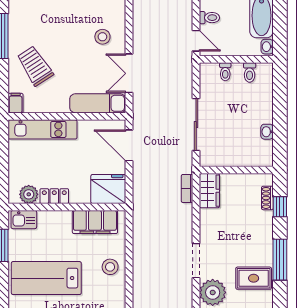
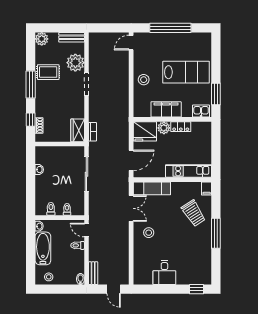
door: (129, 145) -> (131, 160), hinge flipped
plant: (29, 194) -> (164, 128), moved
filing cabinet: (95, 222) -> (166, 109), moved

